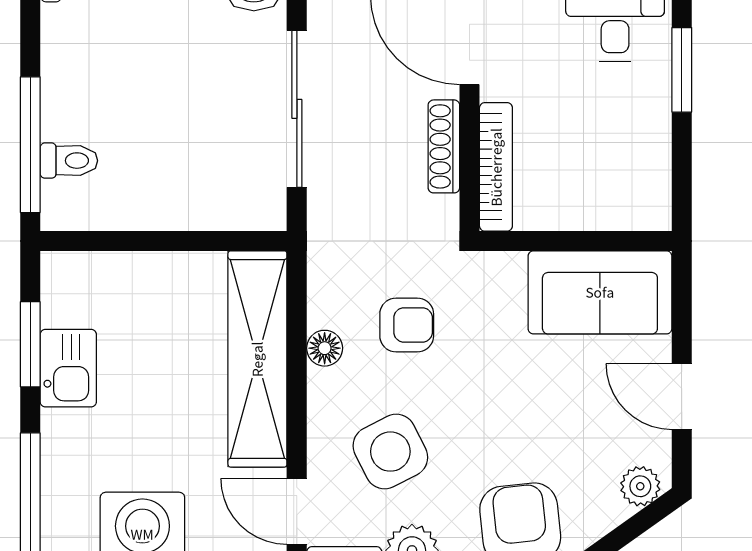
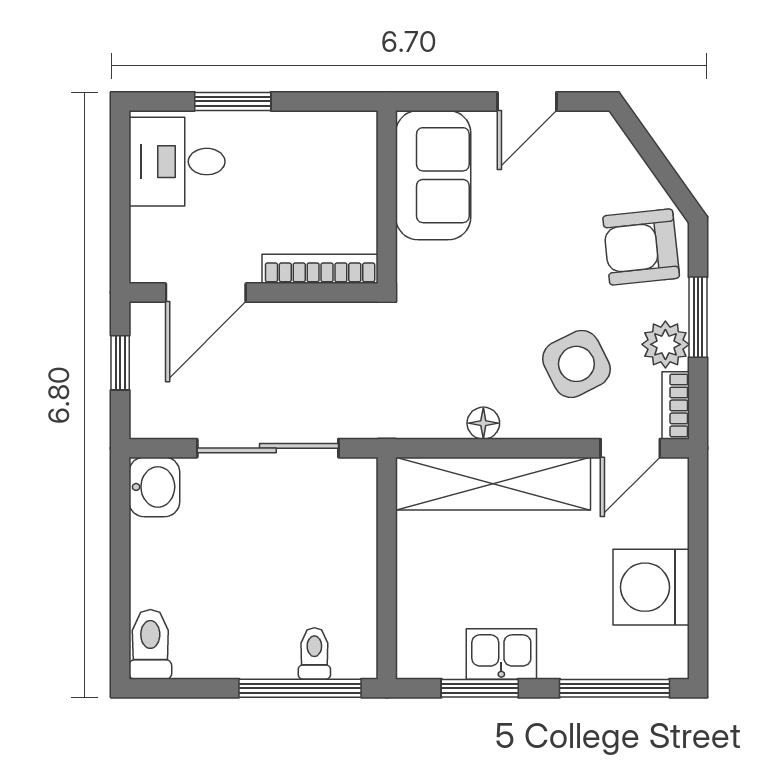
shoe rack: (444, 146) -> (302, 316), removed
armchair: (407, 325) -> (462, 349), removed
plant: (640, 486) -> (608, 139), removed

